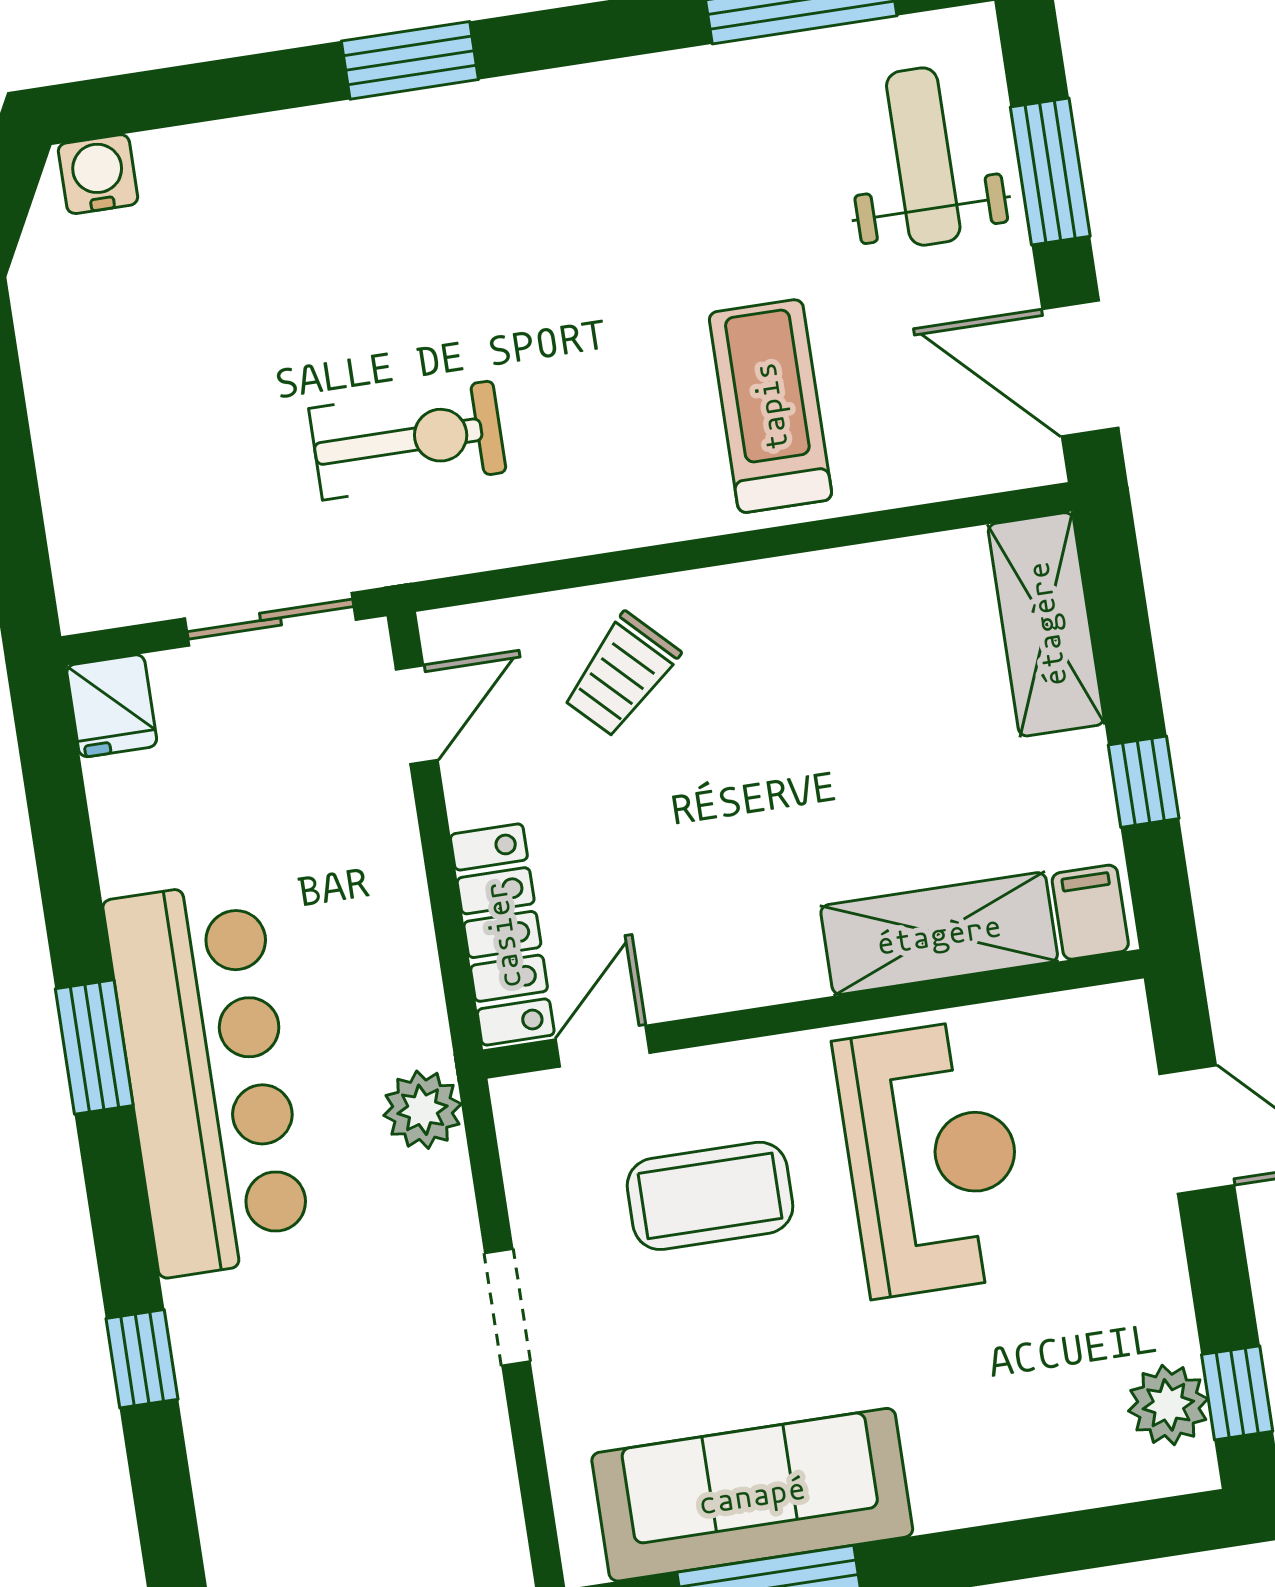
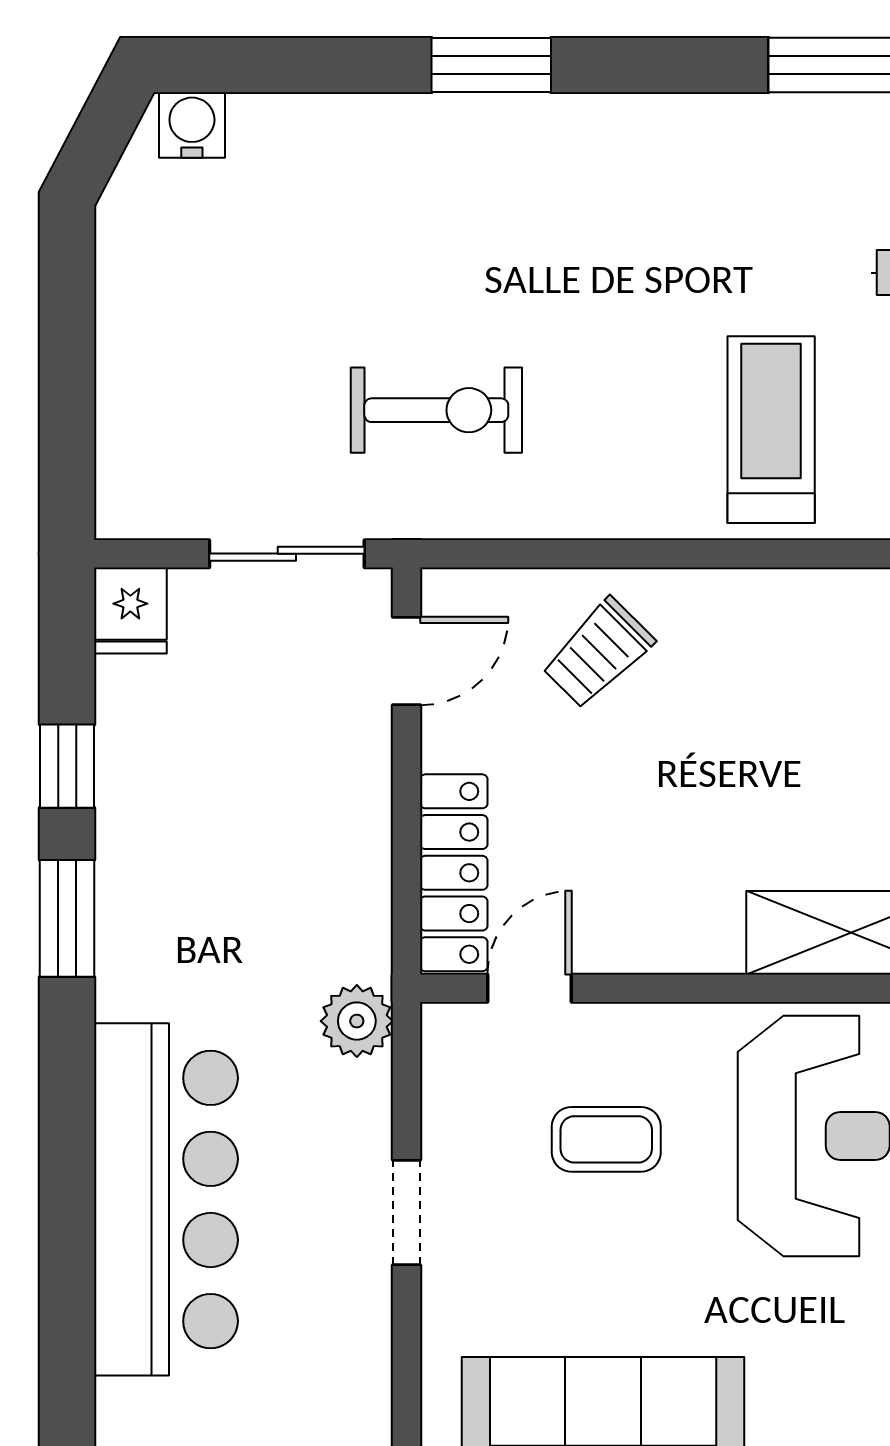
bar counter: (208, 1078) -> (166, 1199), moved
coffee table: (710, 1196) -> (606, 1139), width x0.73, depth x0.77
window: (142, 1359) -> (67, 766), moved

